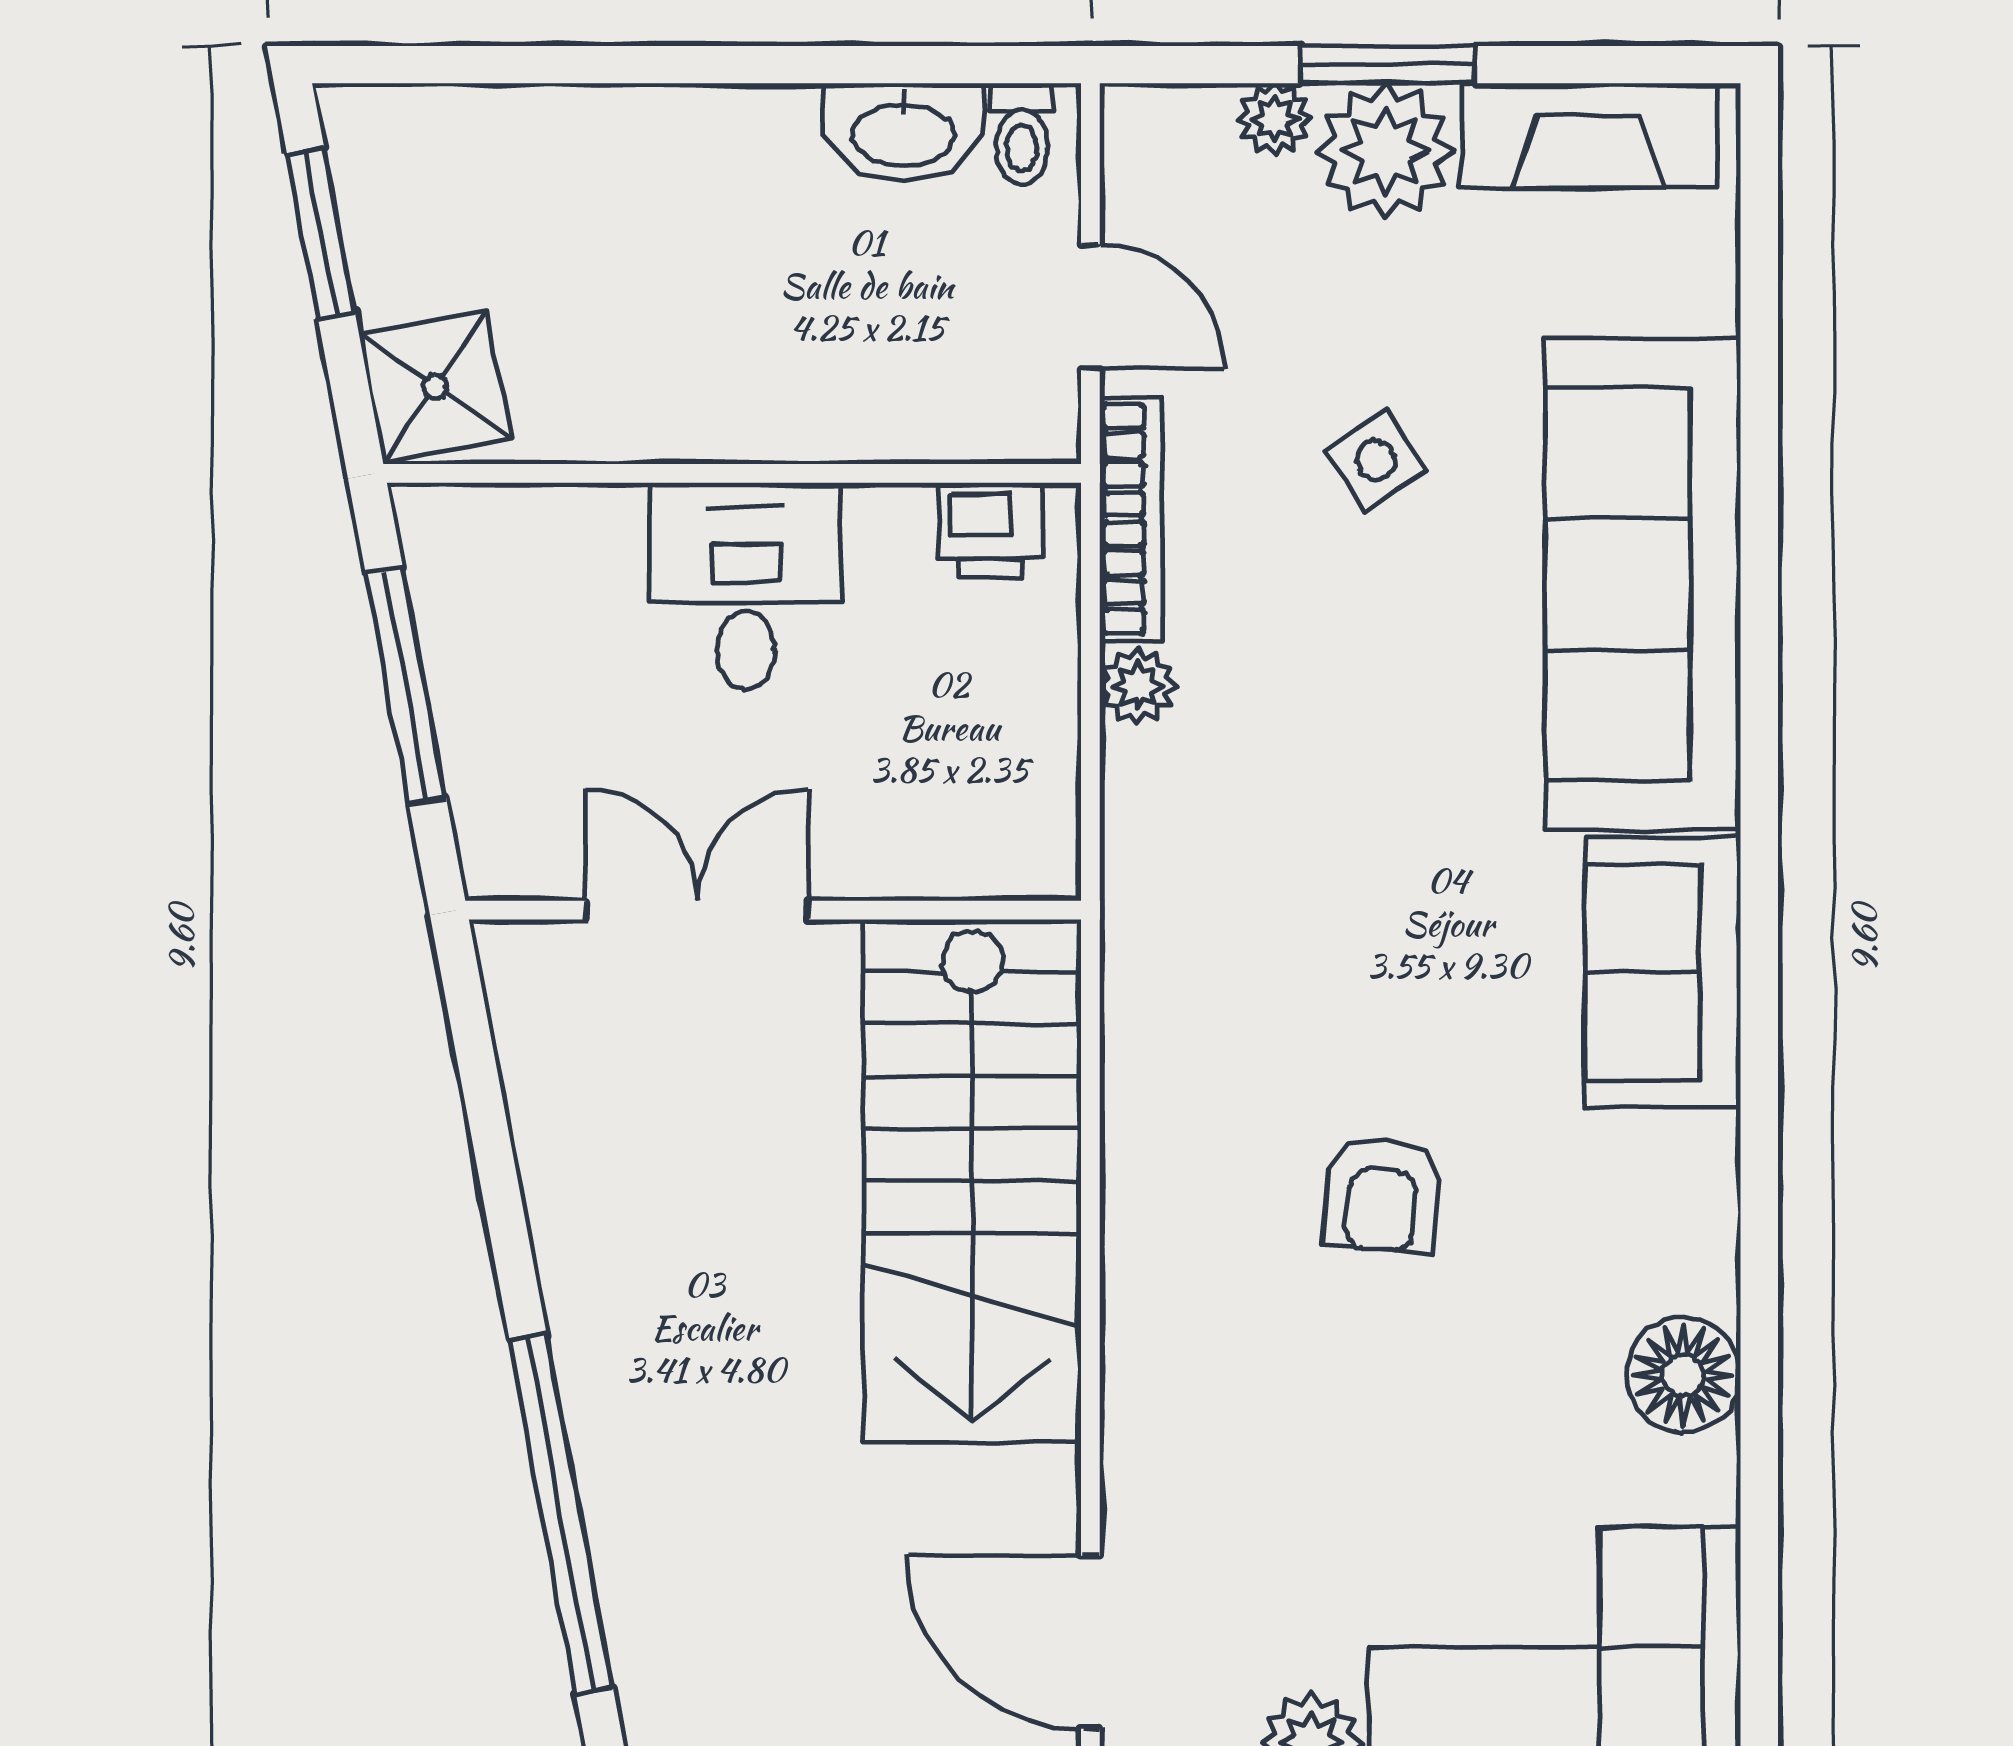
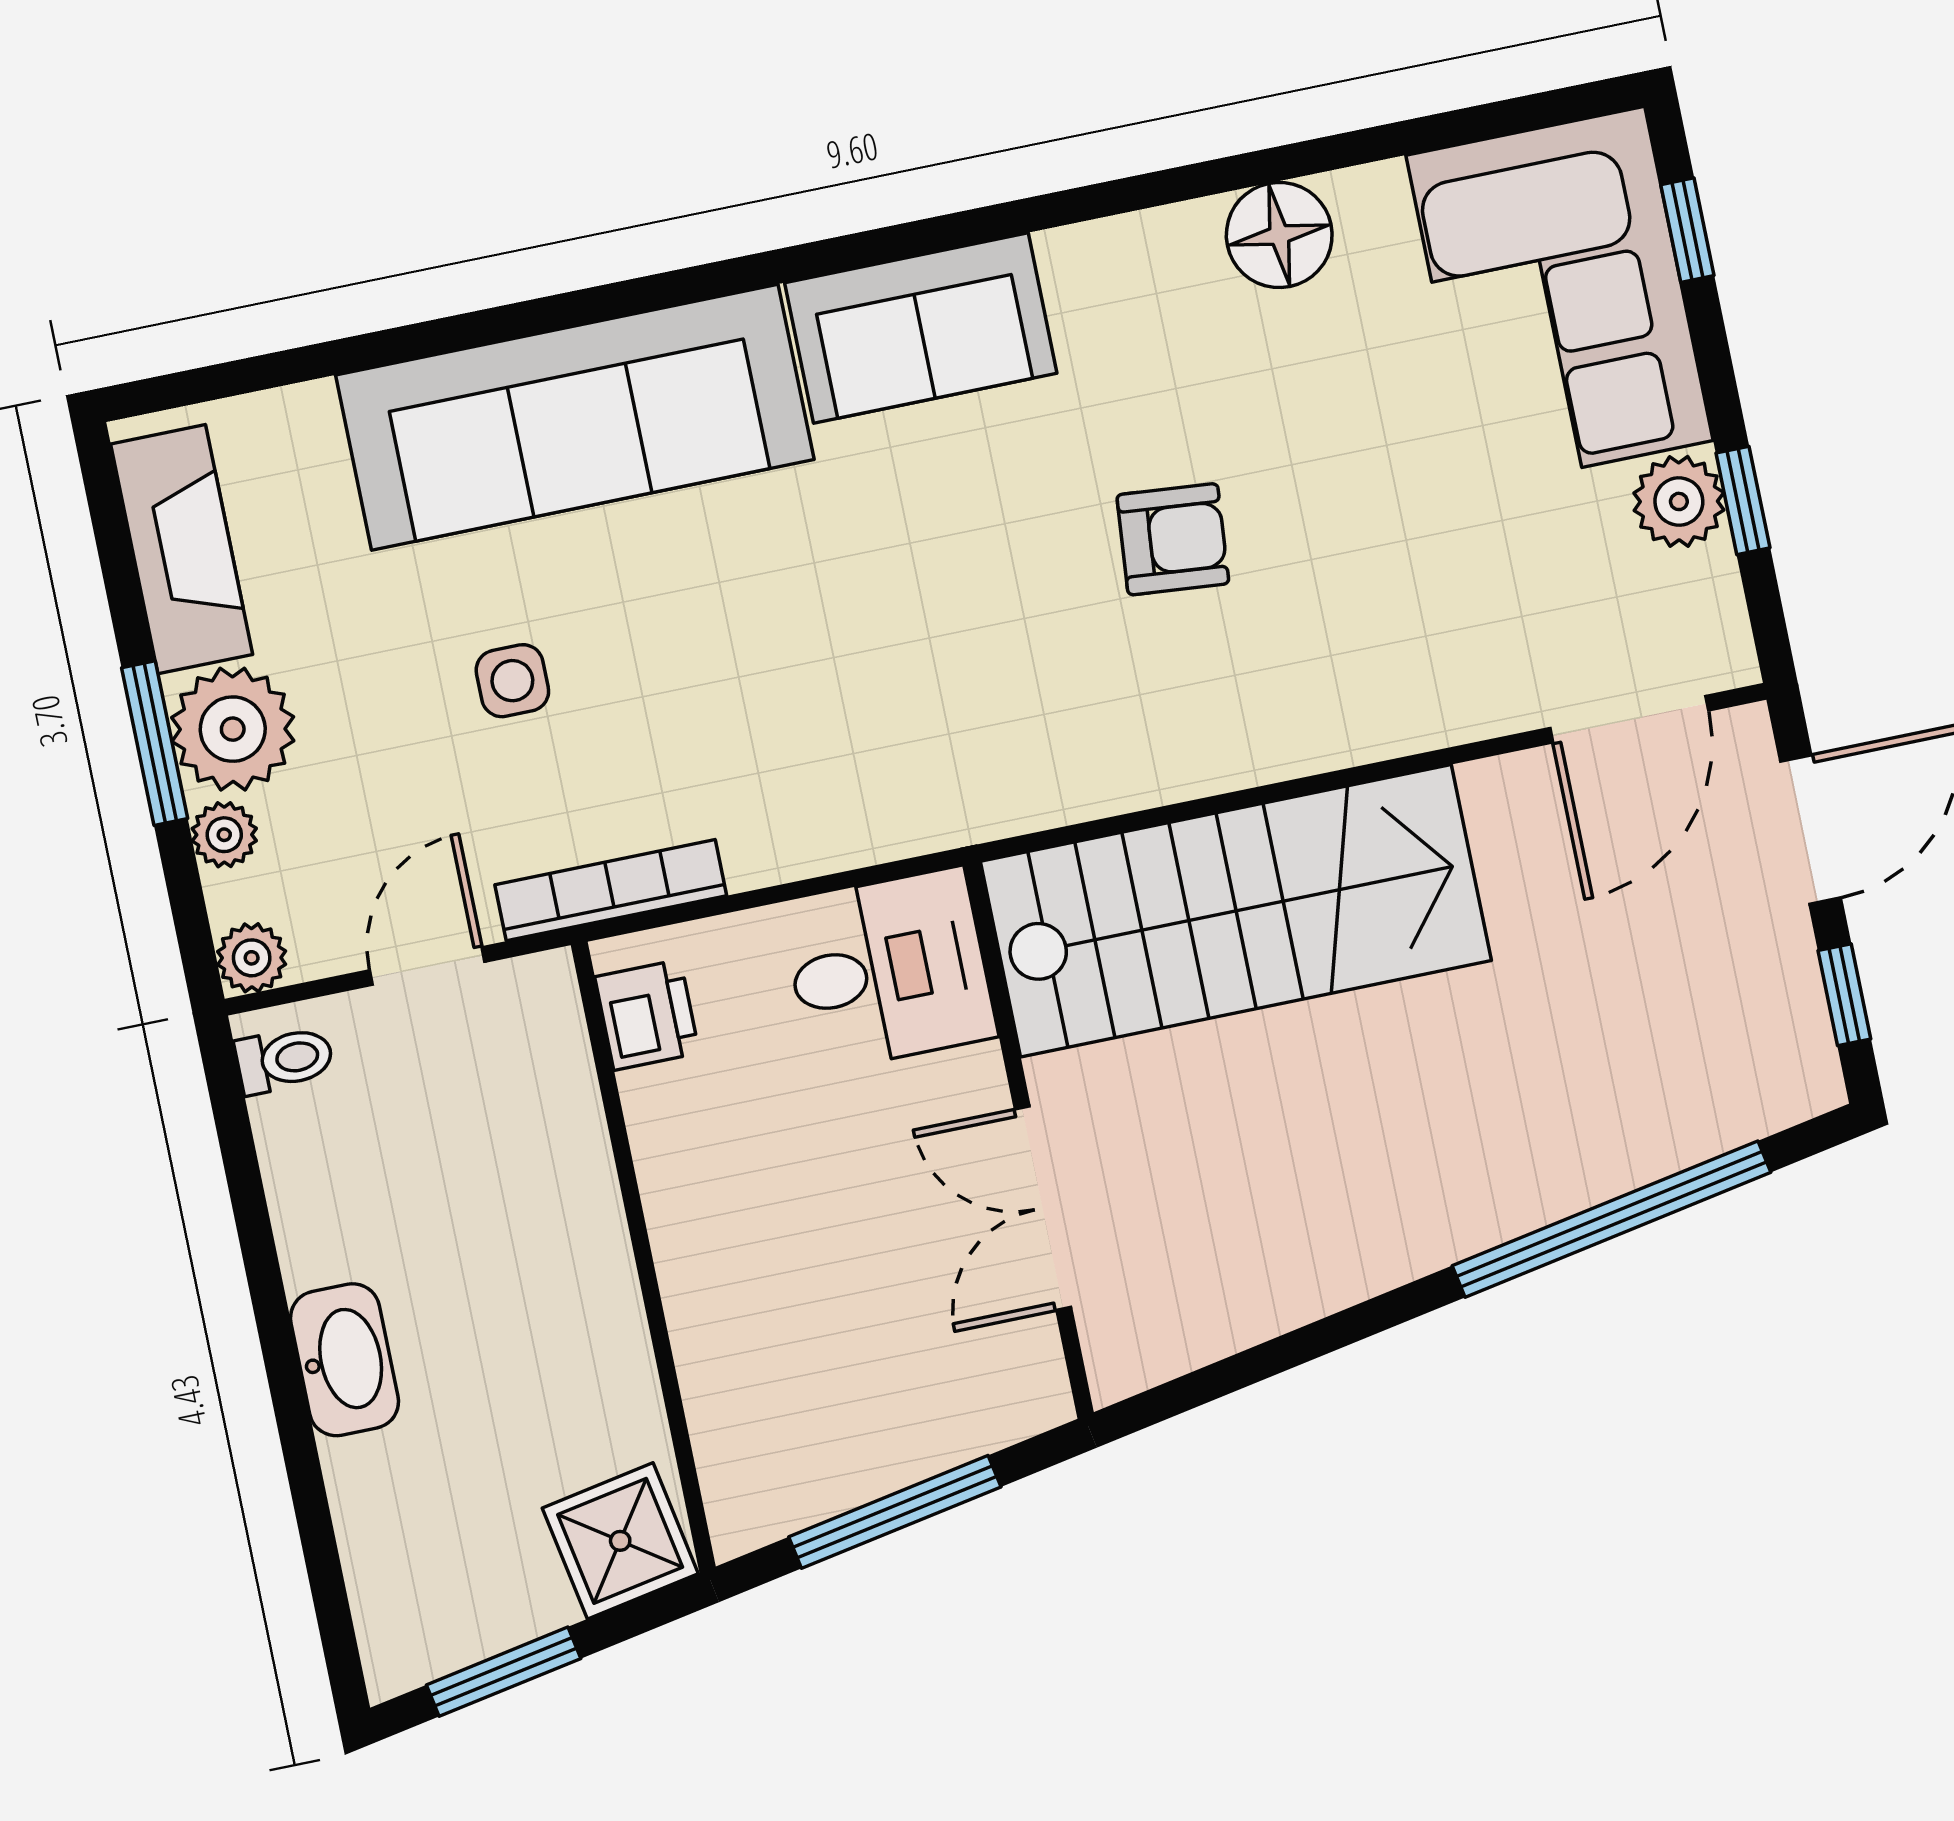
washbasin: (903, 132) -> (344, 1360), moved
side table: (1376, 460) -> (512, 681), turned 34
desk: (746, 586) -> (889, 970), moved, turned 180
plant: (1137, 686) -> (252, 958), moved

